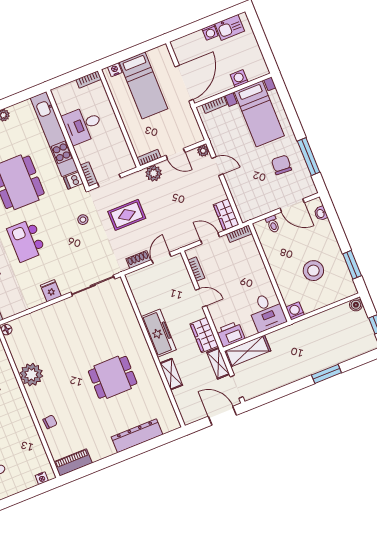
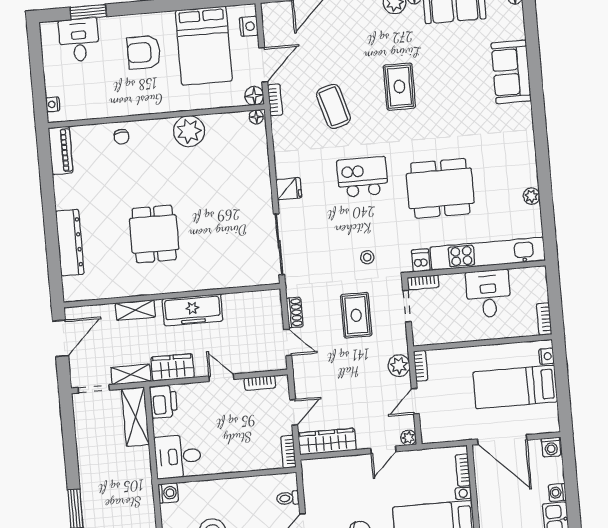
washing machine: (239, 78) -> (551, 447), moved, turned 90
wardrobe: (226, 215) -> (327, 441), width x1.50
door: (201, 298) -> (221, 378), swing flipped
door: (222, 416) -> (61, 338), moved

